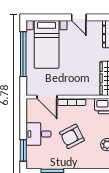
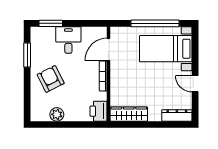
door: (79, 17) -> (195, 84), hinge flipped
armchair: (72, 136) -> (51, 79), moved

